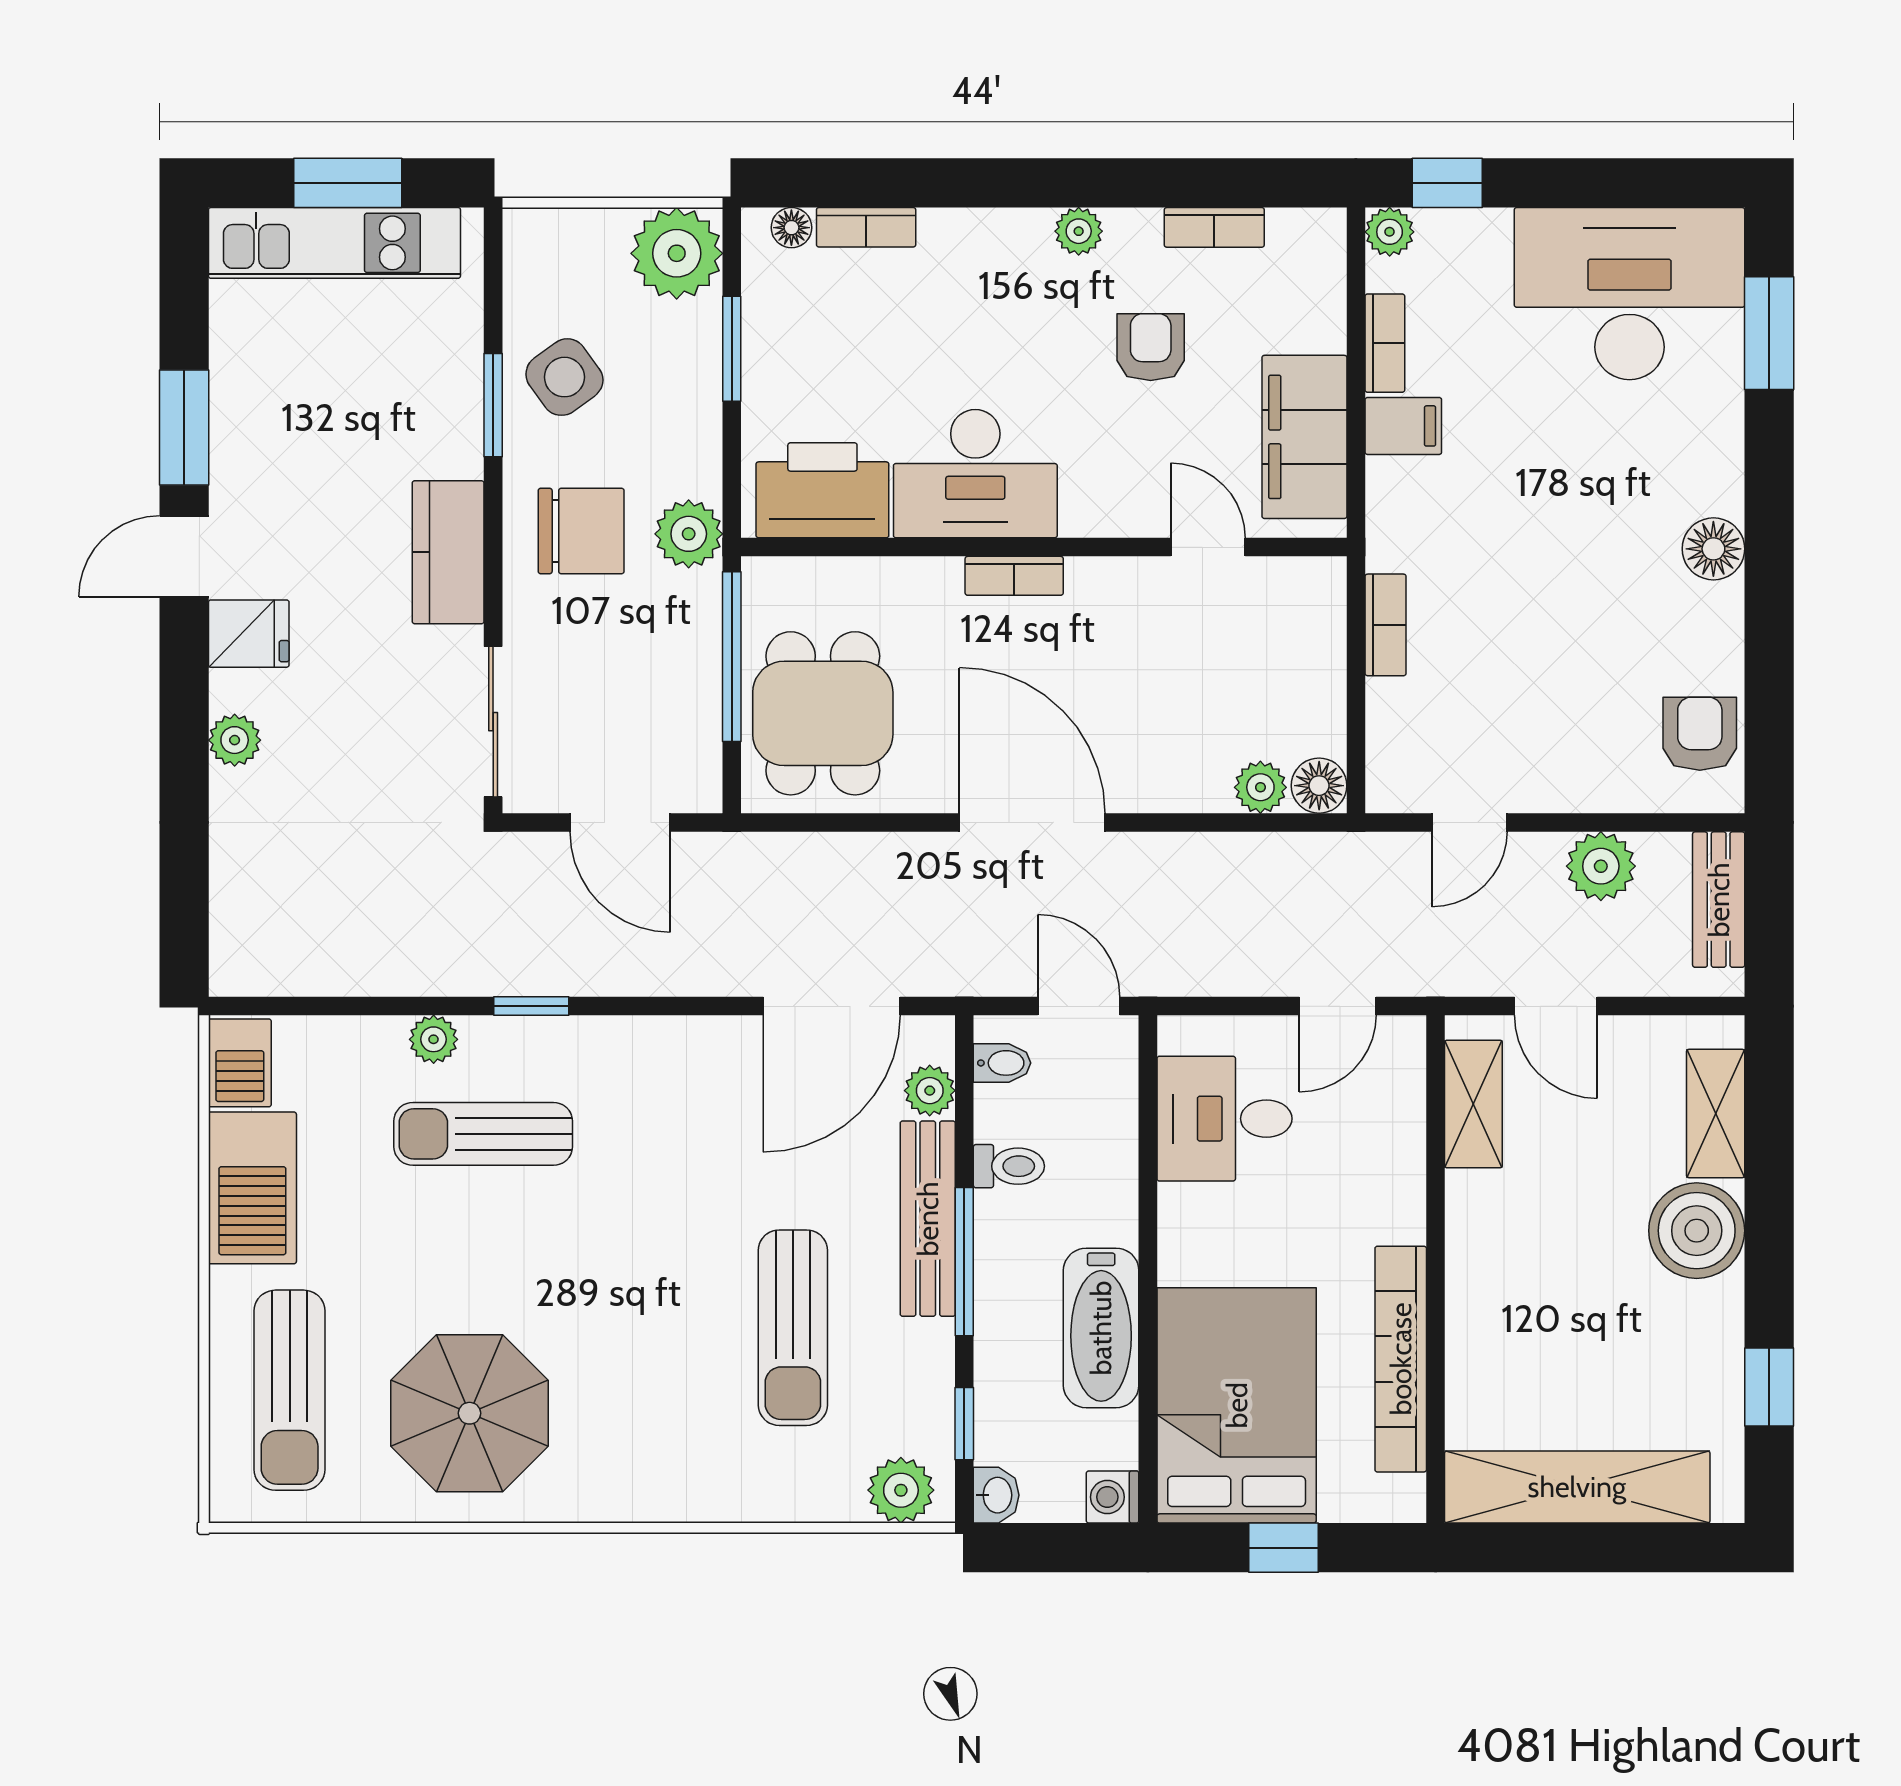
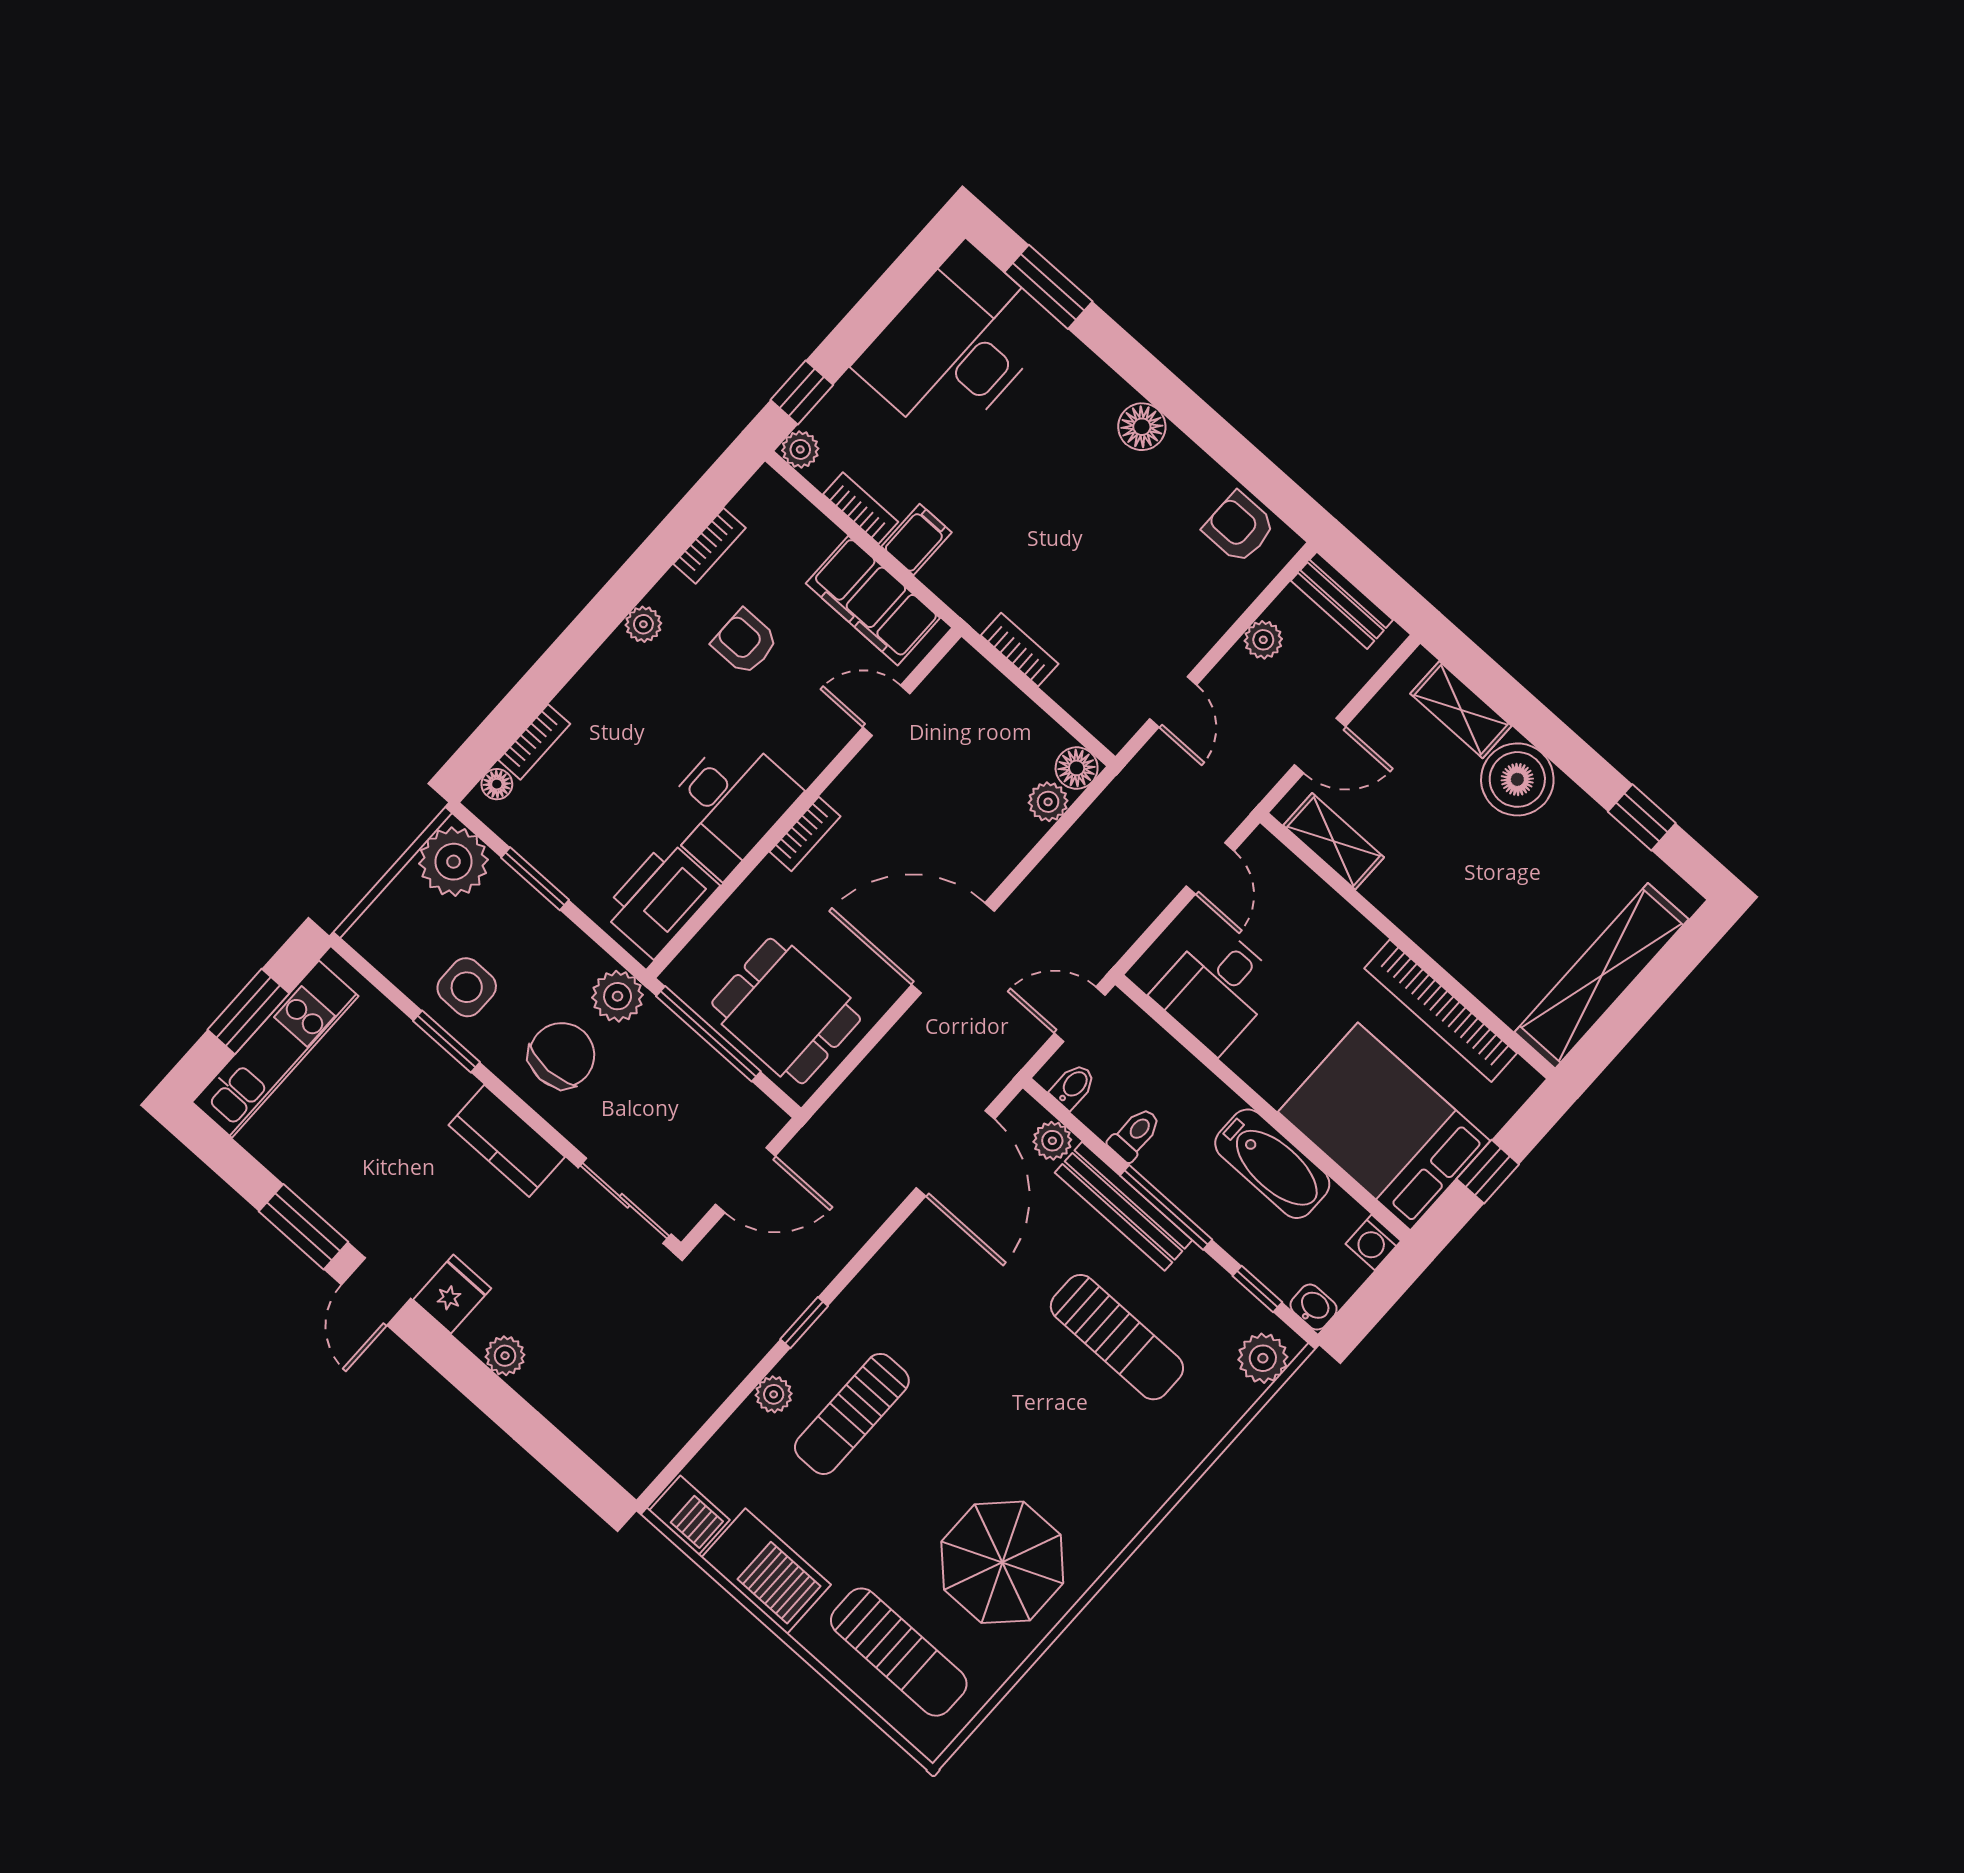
side table: (564, 377) -> (467, 987), turned 36
plant: (1601, 866) -> (1263, 640), width x0.73, depth x0.73

